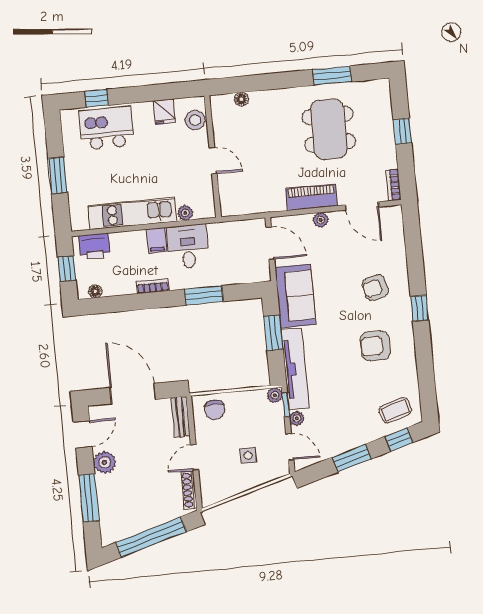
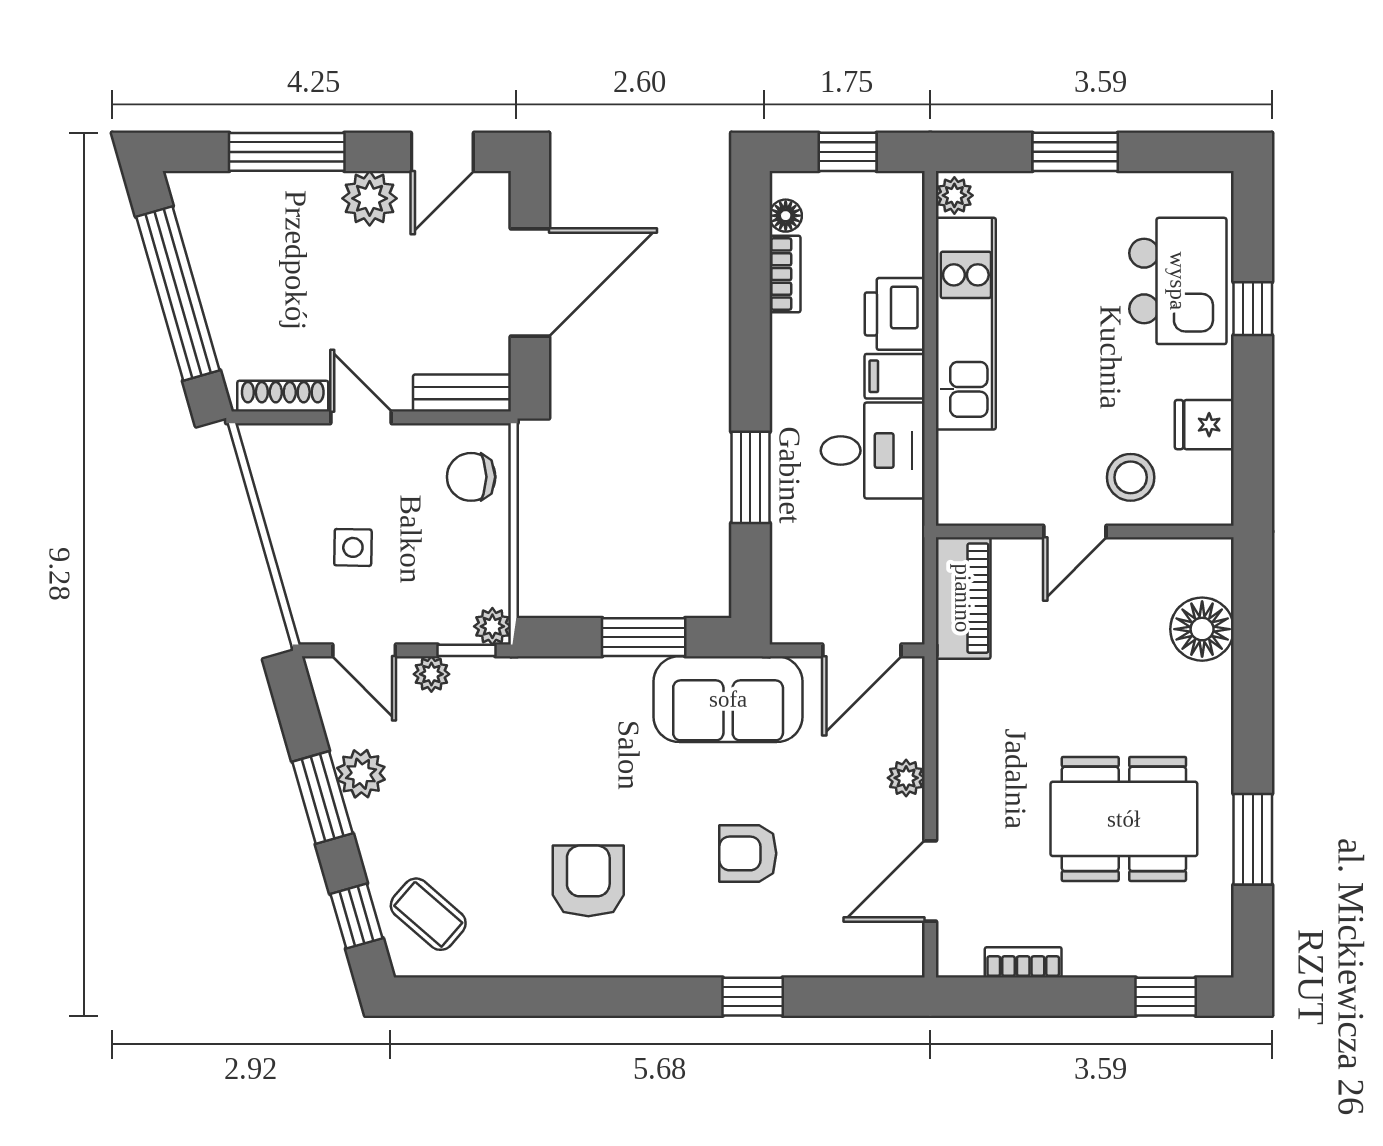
window: (97, 98) -> (1253, 309), moved
floor lamp: (241, 99) -> (1202, 629), width x1.89, depth x1.89
stool: (195, 120) -> (1131, 477), moved
window: (402, 131) -> (1166, 997), moved
bookcase: (393, 185) -> (1023, 962), moved
piano: (311, 197) -> (963, 598), moved
plant: (185, 213) -> (954, 195), moved
printer: (94, 246) -> (895, 314), moved
bookcase: (153, 286) -> (785, 274), moved
armchair: (375, 288) -> (748, 853), moved, turned -76
window: (420, 308) -> (753, 997), moved
tv unit: (295, 369) -> (551, 681), removed
coffee table: (395, 410) -> (428, 914), turned -32
door: (83, 434) -> (442, 152), hinge flipped
plant: (340, 443) -> (361, 774), added
door: (290, 447) -> (364, 650), hinge flipped

